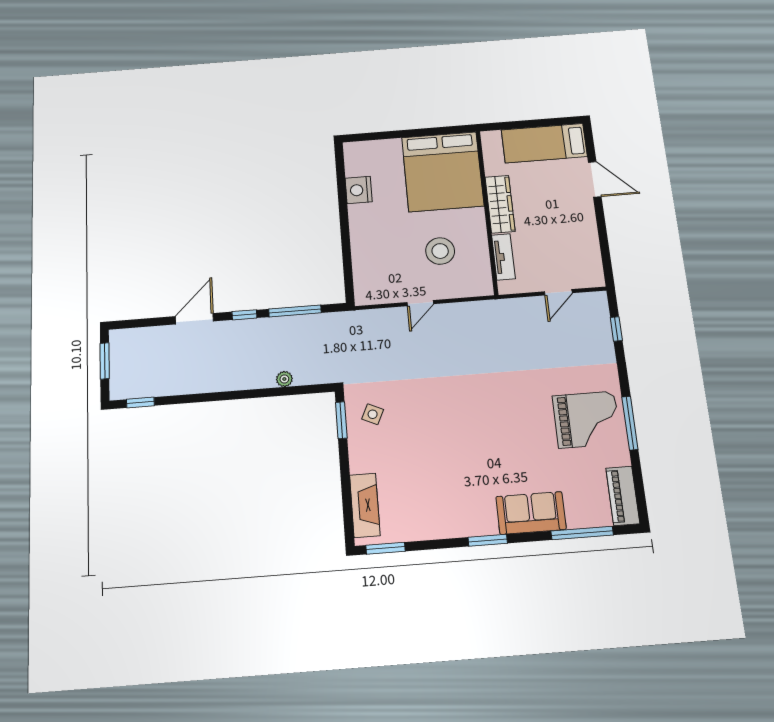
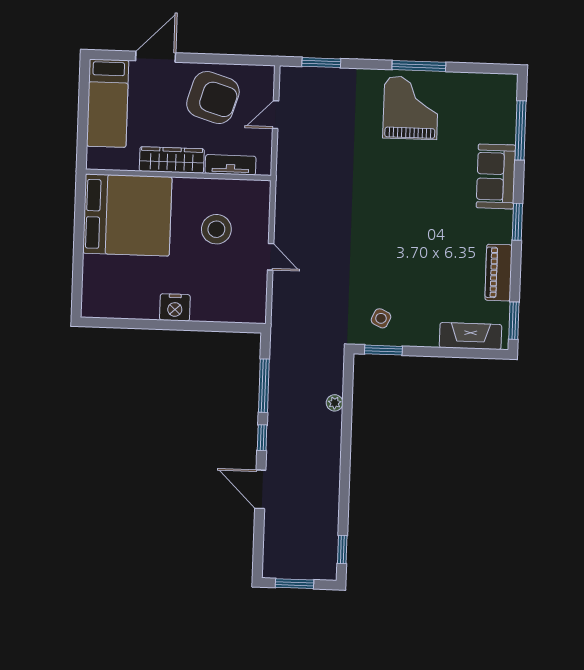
nightstand: (359, 190) -> (175, 307), moved
armchair: (565, 234) -> (213, 98), added
door: (558, 292) -> (276, 115), swing flipped
window: (616, 329) -> (321, 63), width x1.50
piano: (623, 496) -> (499, 273), moved, turned 90

